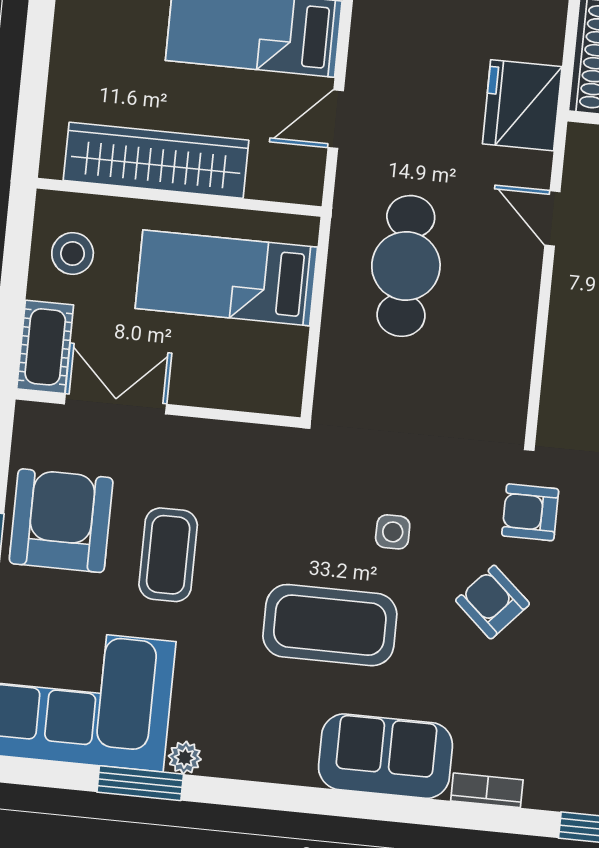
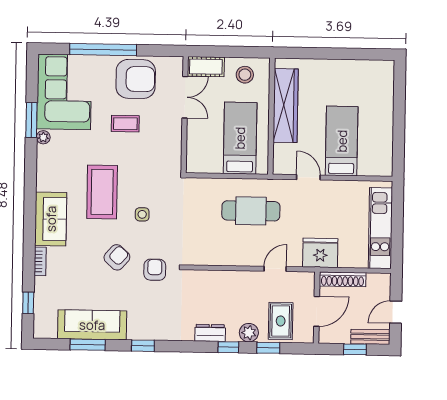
coffee table: (168, 555) -> (125, 124), width x0.73, depth x0.77

